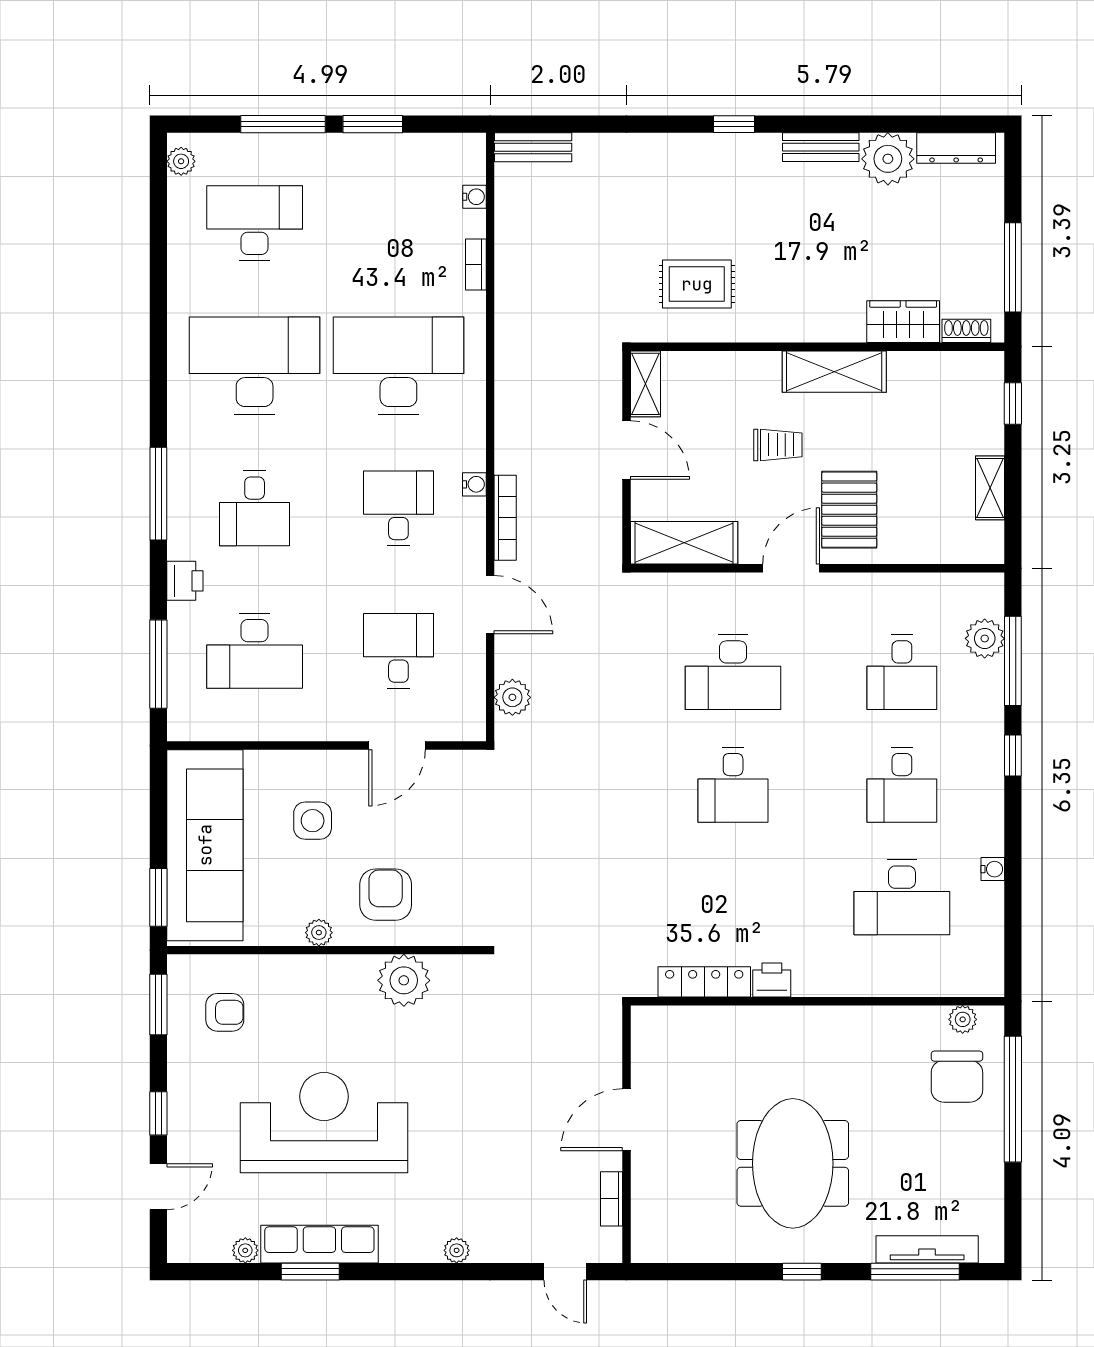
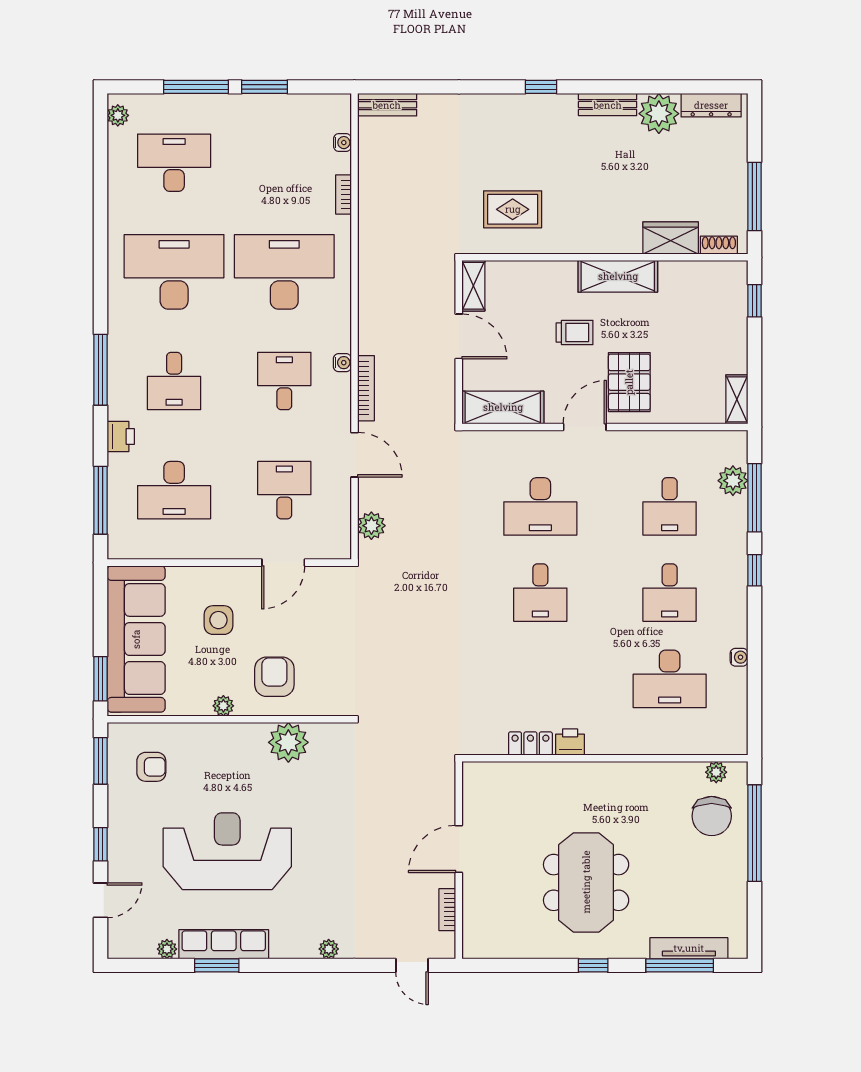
shelving: (990, 488) -> (737, 399), moved
locker: (704, 982) -> (530, 744), width x0.66

